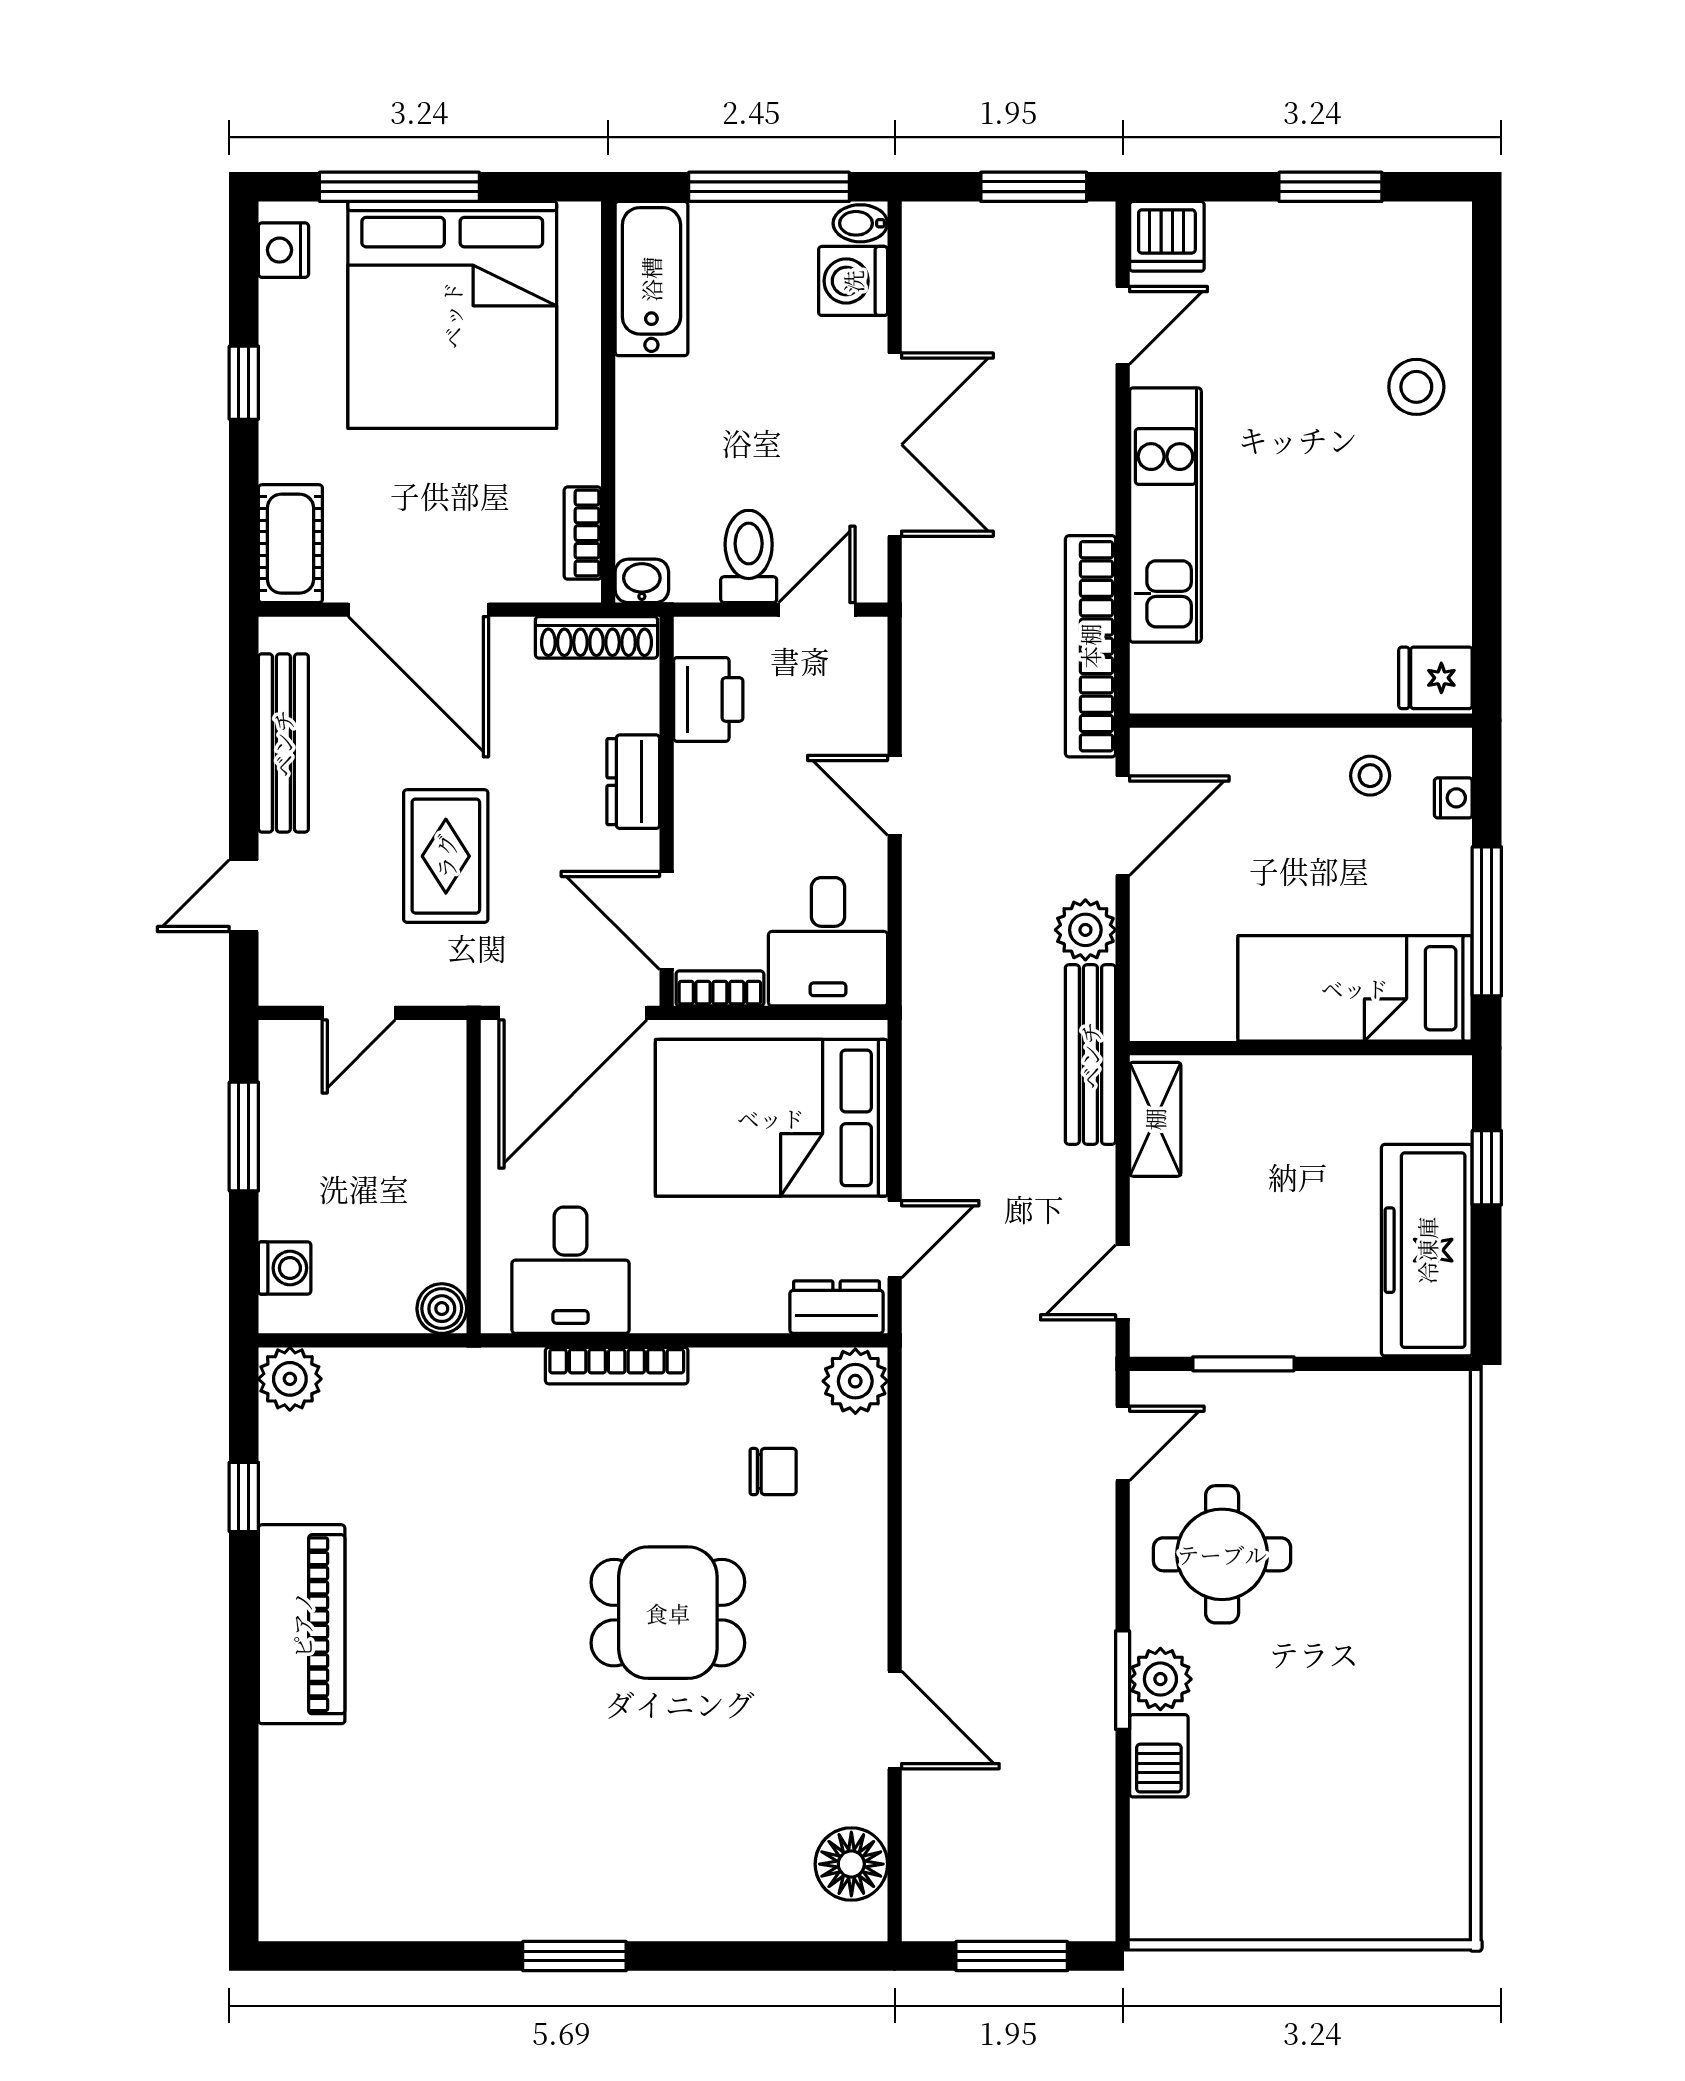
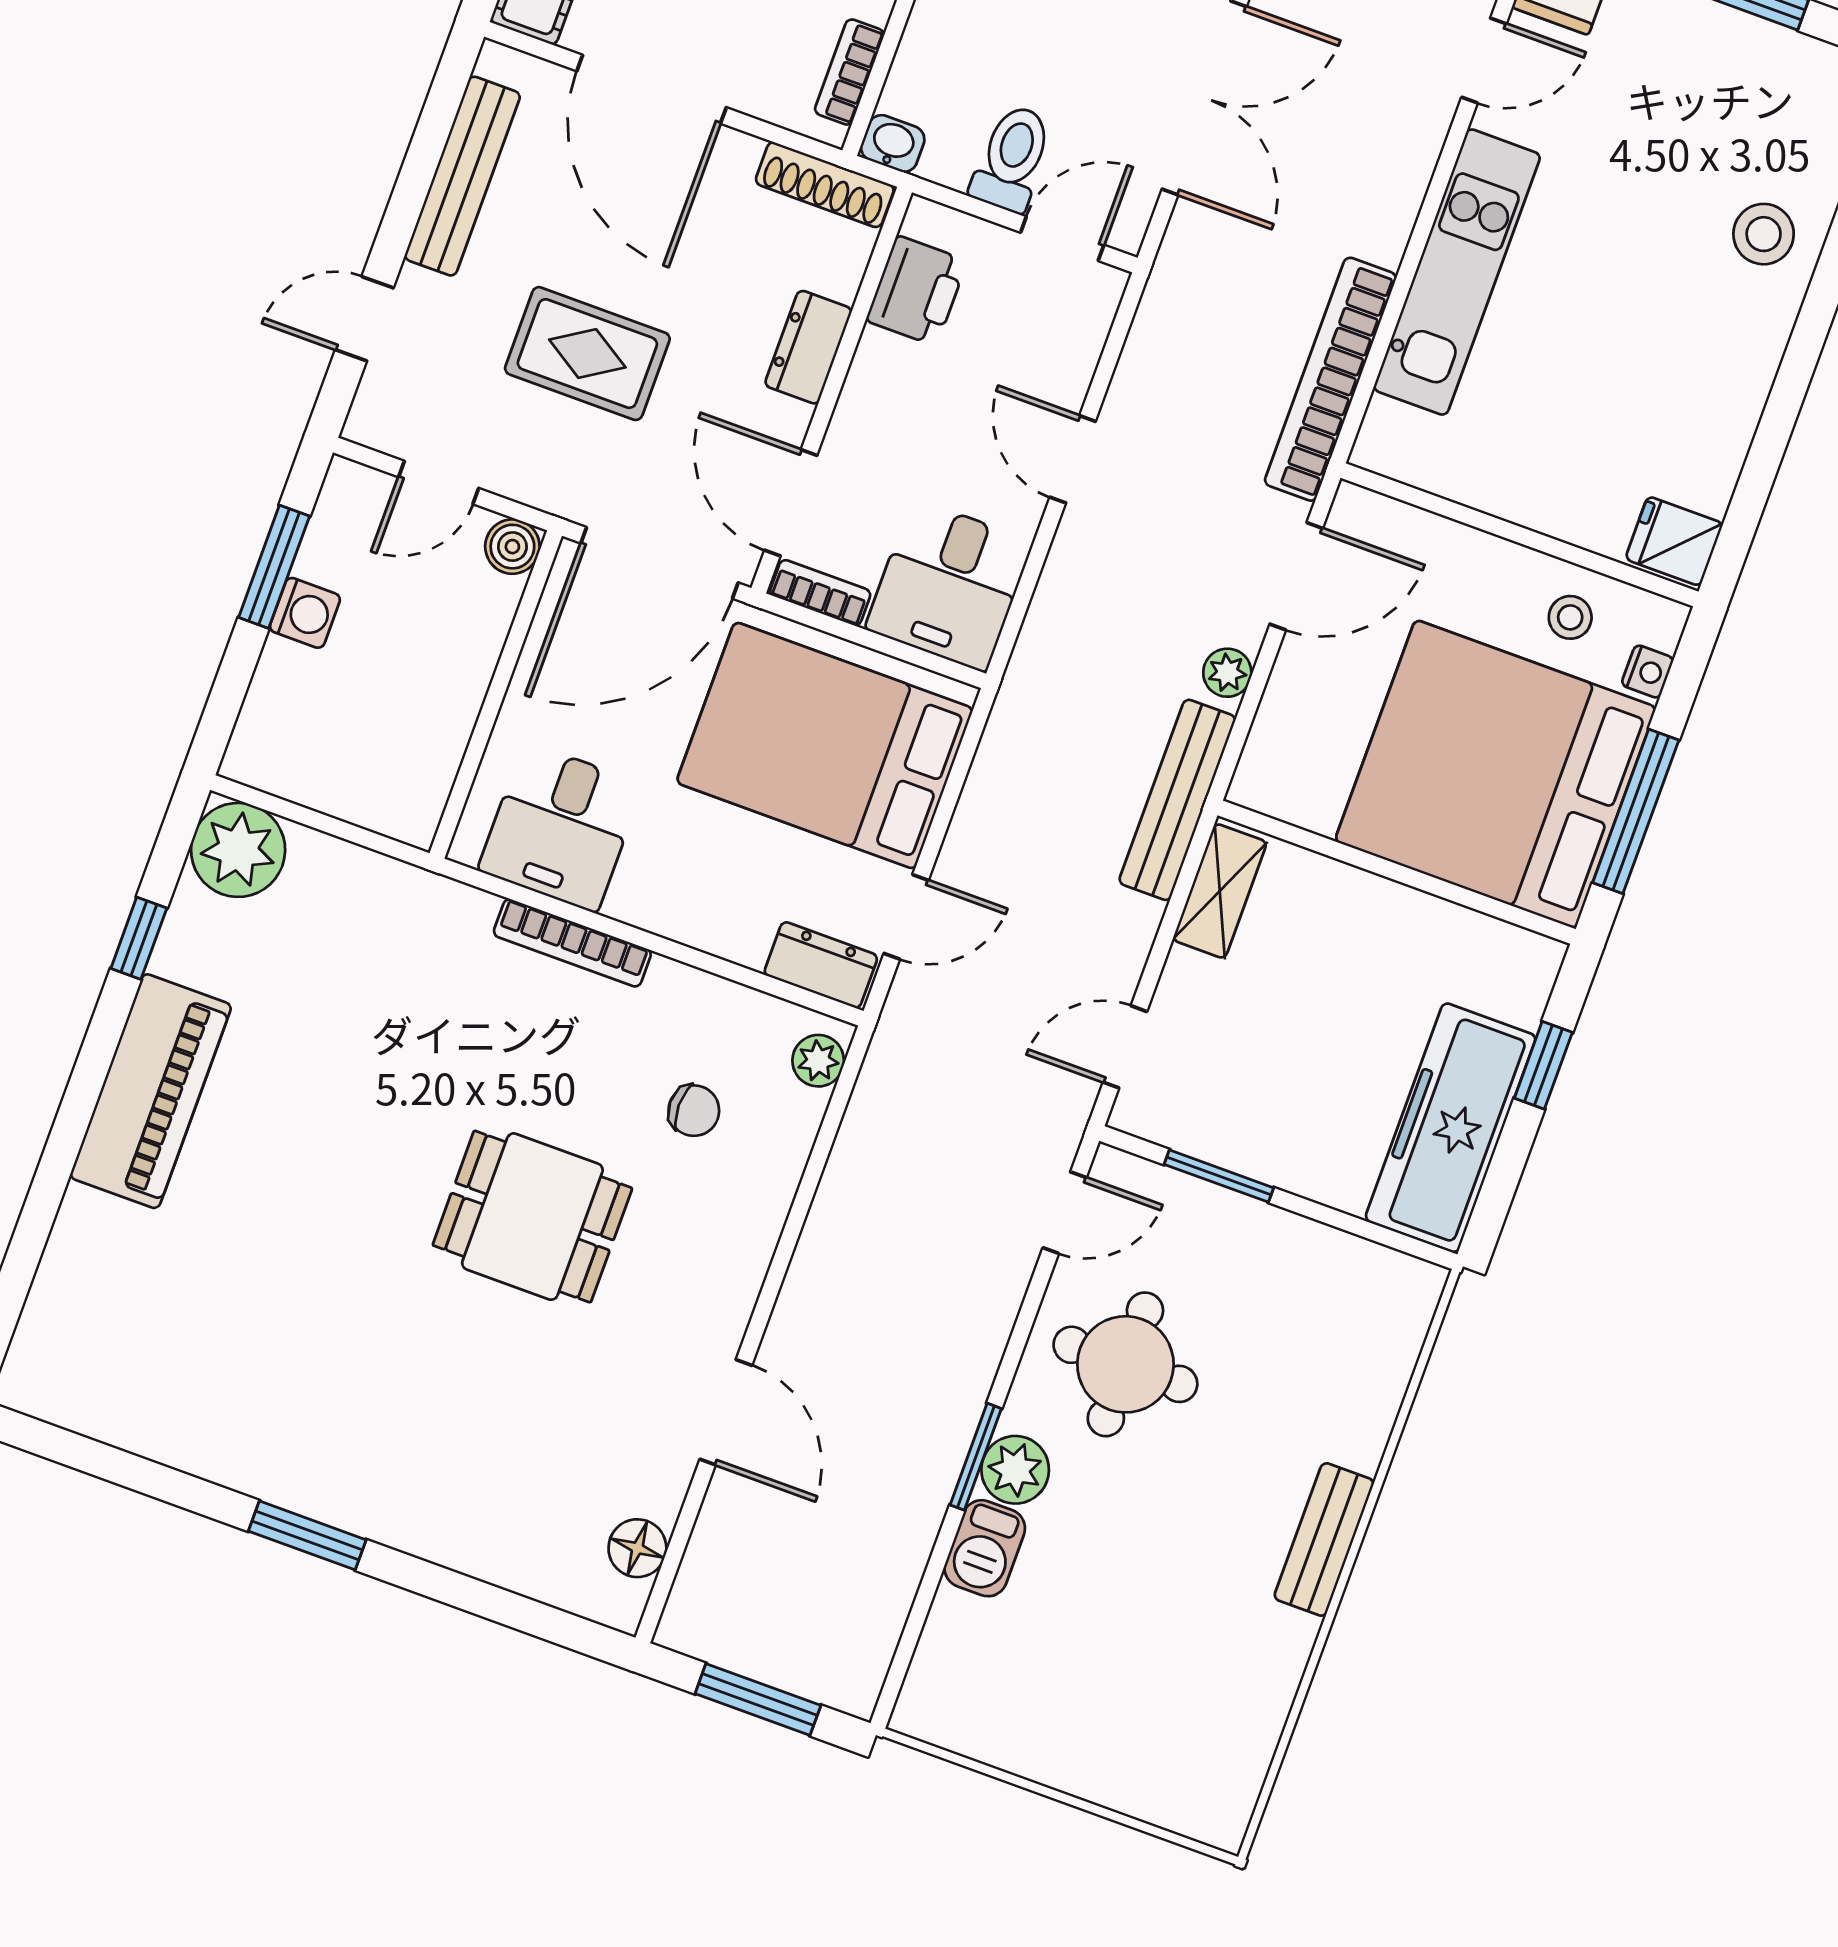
rug: (446, 856) -> (587, 354), turned 90
plant: (1085, 930) -> (1227, 673), width x0.73, depth x0.73
bed: (1355, 988) -> (1496, 774), width x2.04
washing machine: (285, 1268) -> (305, 613), moved
boiler: (442, 1309) -> (512, 547), moved
plant: (290, 1379) -> (238, 850), width x1.36, depth x1.36
plant: (855, 1381) -> (818, 1061), width x0.73, depth x0.73
bench: (1447, 1642) -> (1324, 1539), added
floor lamp: (851, 1864) -> (637, 1548), width x0.73, depth x0.73

